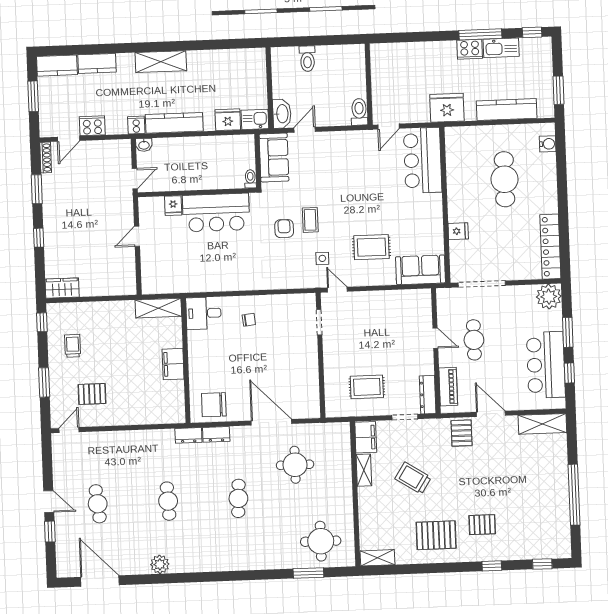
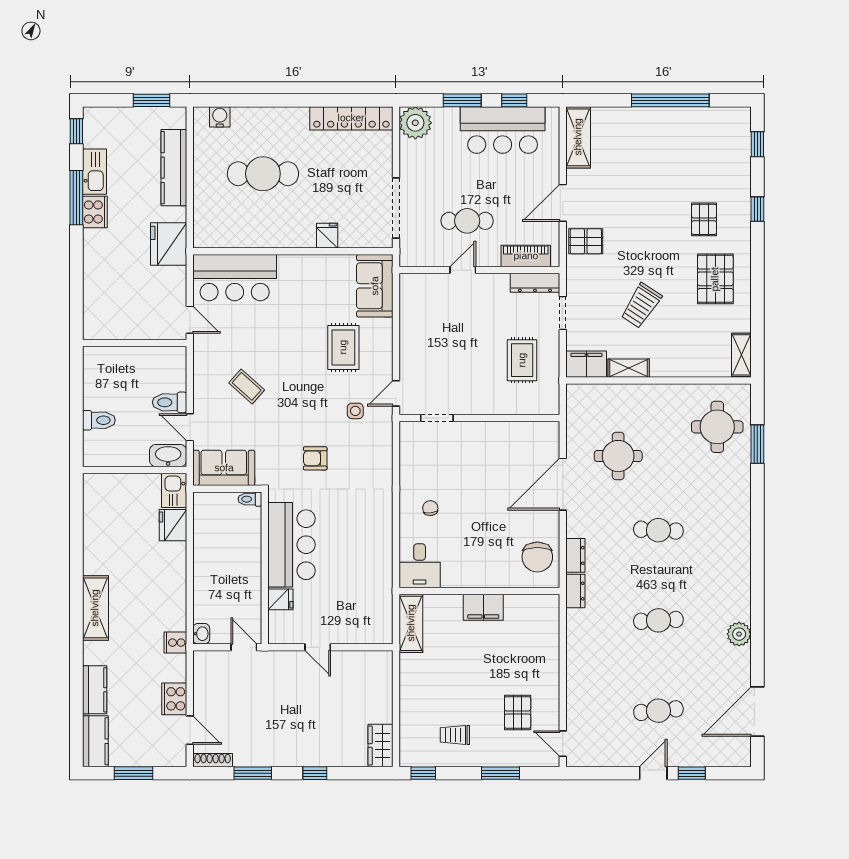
toilet: (359, 112) -> (170, 402), moved
kitchen counter: (174, 123) -> (174, 594), removed
coffee table: (310, 220) -> (247, 386), moved, turned 42

